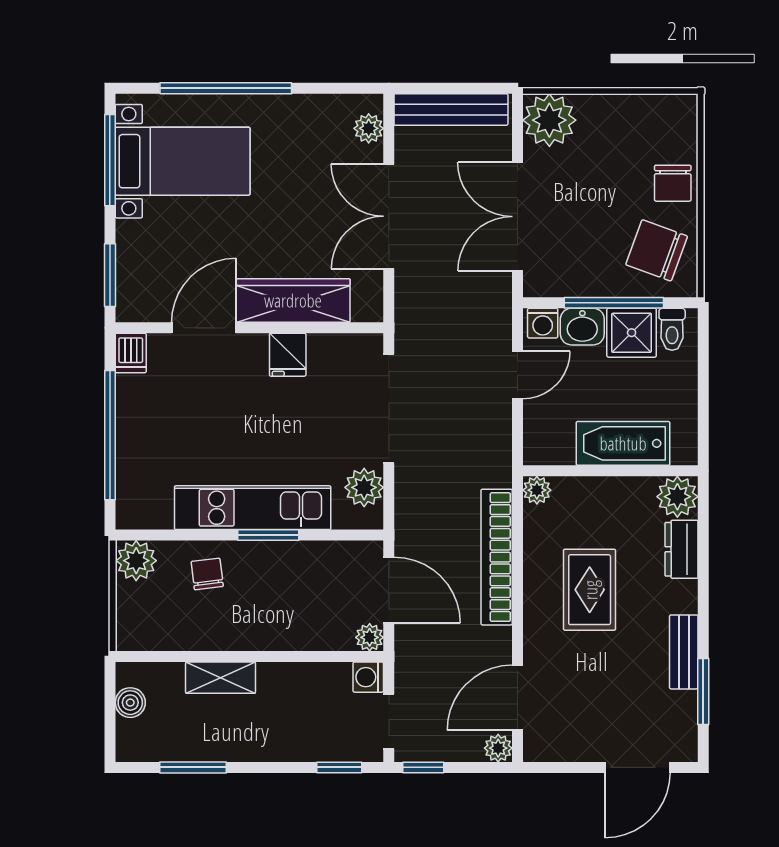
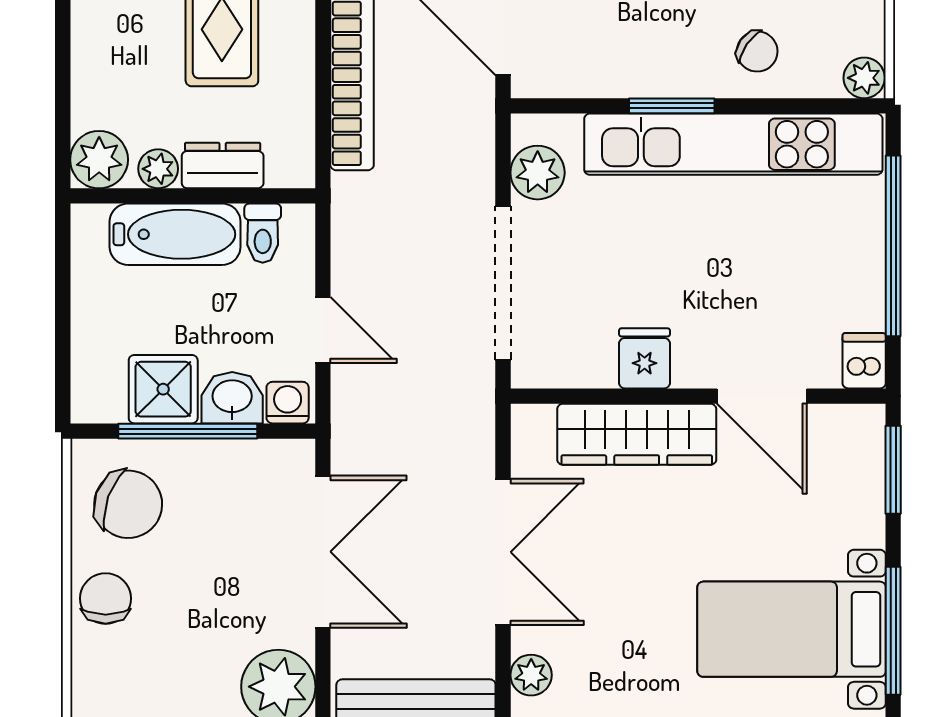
door: (204, 328) -> (762, 396), hinge flipped
toilet: (672, 329) -> (263, 233), moved, turned 180
door: (517, 375) -> (323, 330), swing flipped
plant: (537, 490) -> (158, 169), moved
kitchen unit: (253, 508) -> (733, 144), width x1.36
dresser: (682, 549) -> (223, 165), moved, turned -90
plant: (136, 561) -> (864, 78), width x0.73, depth x0.73
chair: (207, 574) -> (757, 51), turned -48

